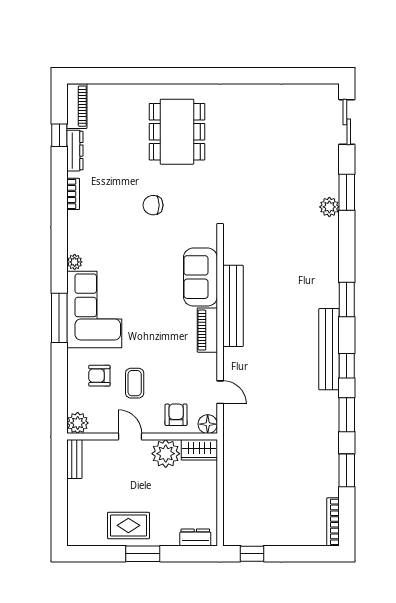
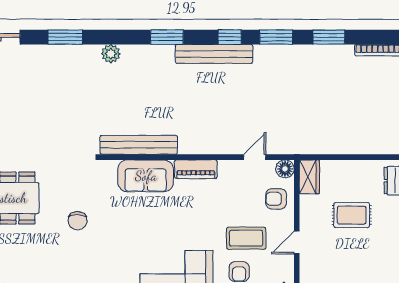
plant: (329, 207) -> (111, 54), moved
bench: (233, 306) -> (139, 145), moved
coffee table: (135, 383) -> (246, 238), width x1.36, depth x1.30
plant: (166, 454) -> (313, 209), removed
rug: (128, 525) -> (352, 215), moved, turned 90

